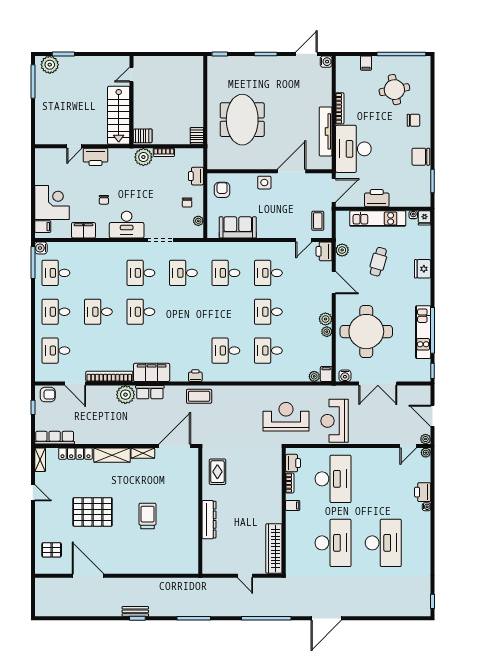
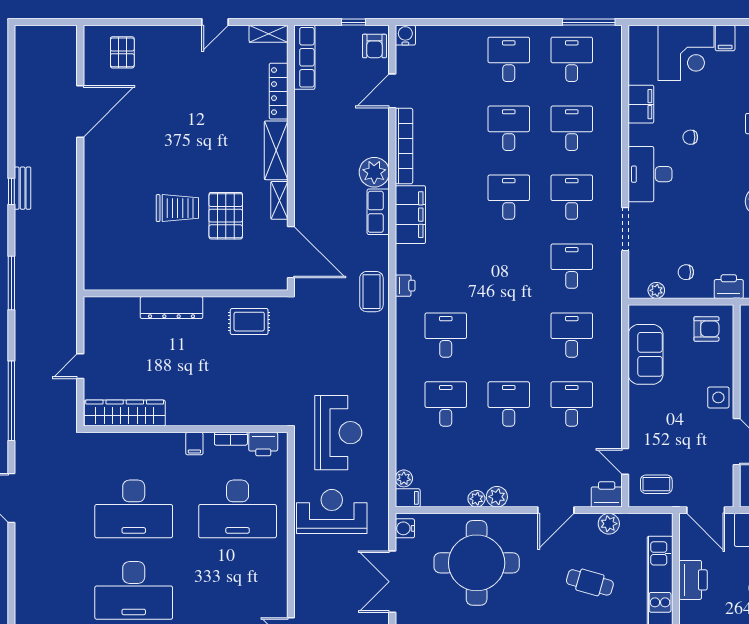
filing cabinet: (43, 227) -> (725, 38), moved
water cooler: (41, 248) -> (405, 35), moved
desk: (56, 351) -> (572, 128), moved
pallet: (93, 512) -> (226, 216), moved, width x0.73, depth x0.71

